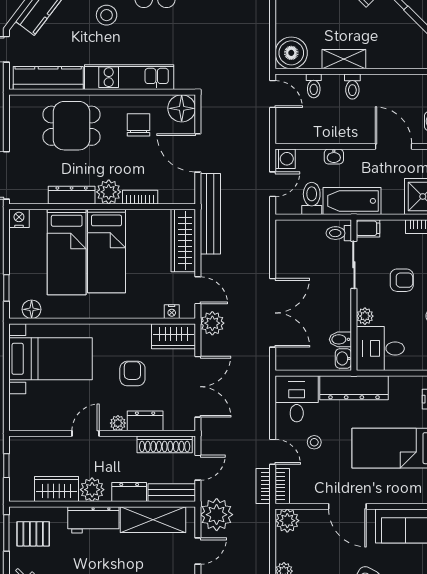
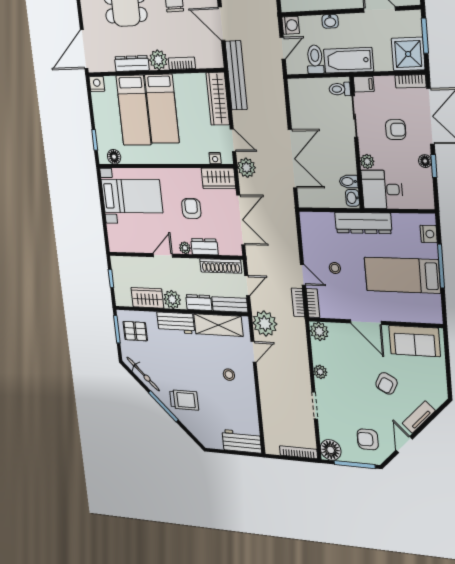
desk: (297, 399) -> (318, 231), removed

